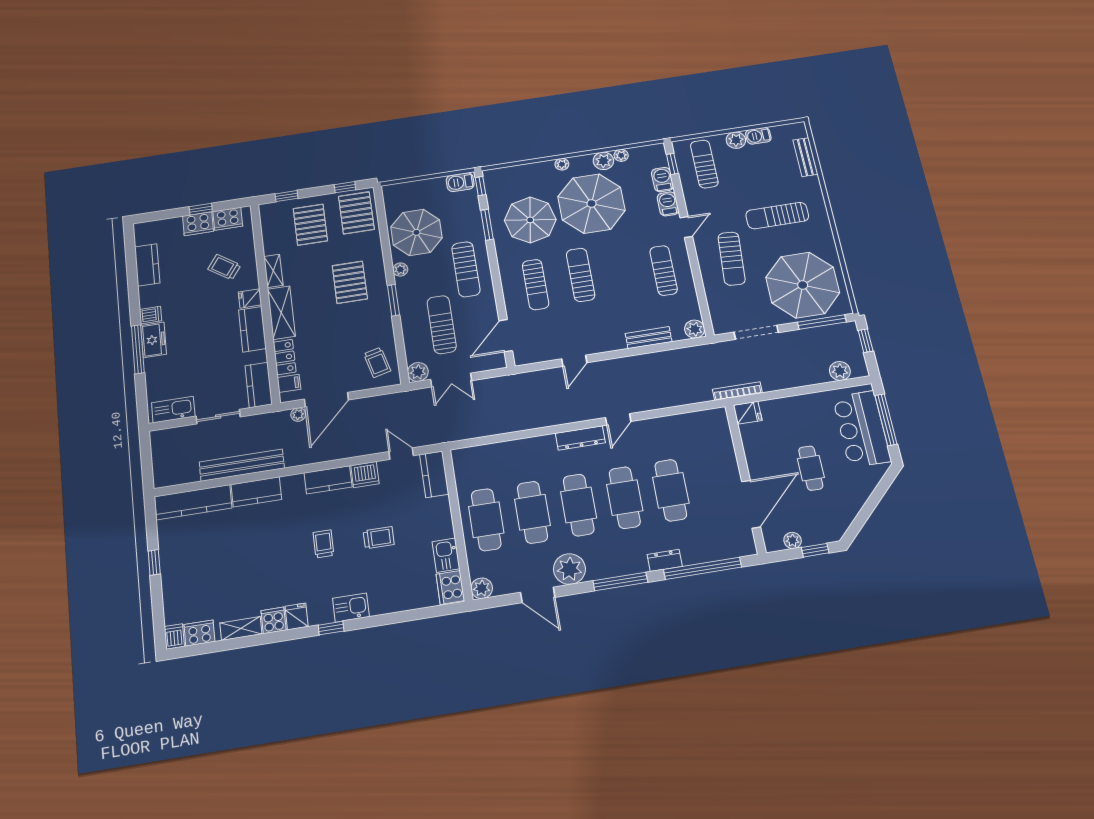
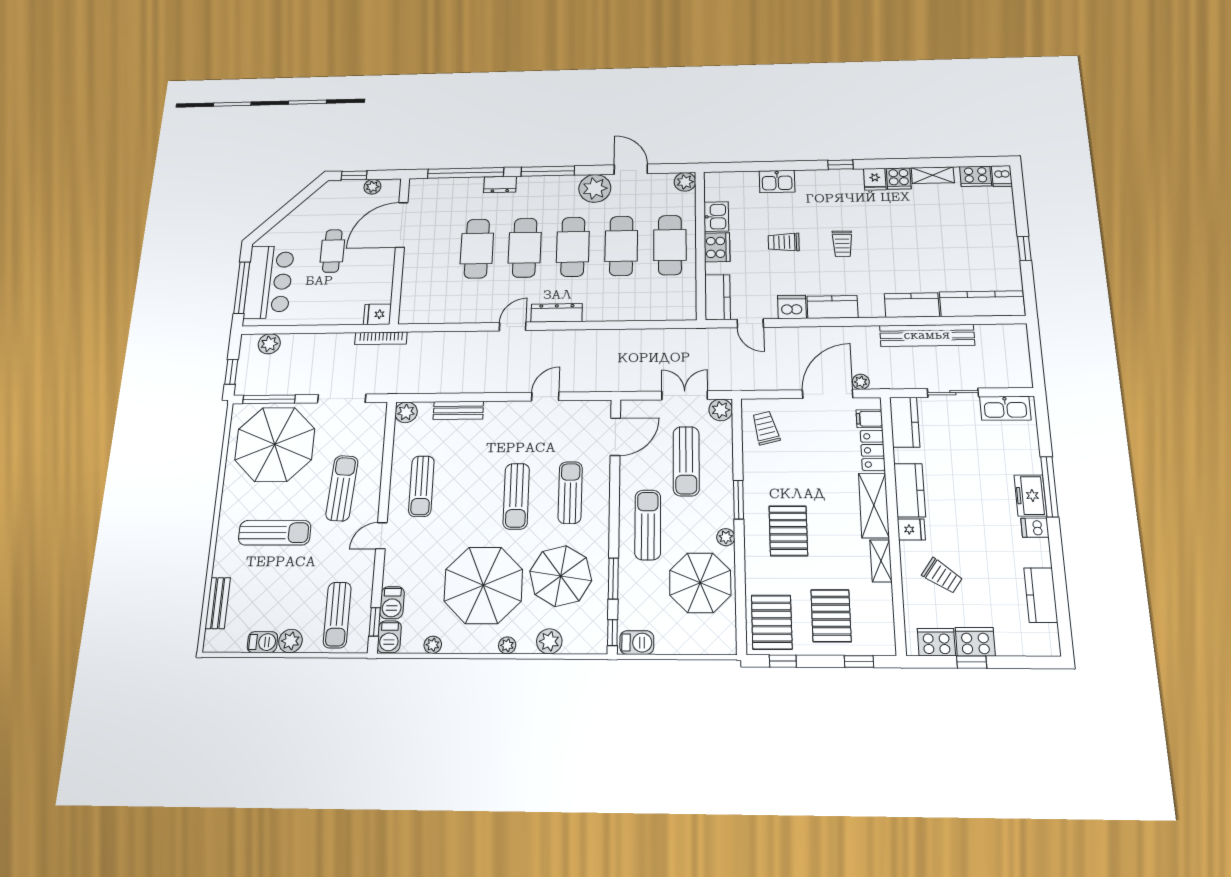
plant: (603, 161) -> (549, 641), moved
barbecue: (668, 204) -> (389, 637), moved
cooker: (450, 587) -> (717, 247), moved
kitchen sink: (351, 608) -> (777, 181), moved

